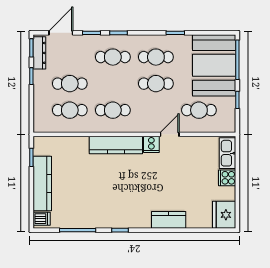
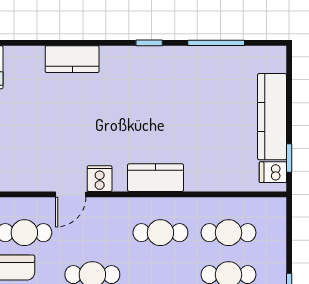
kitchen counter: (116, 145) -> (156, 178), width x0.67
dishwasher: (42, 219) -> (273, 172), moved

